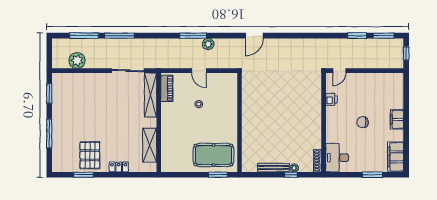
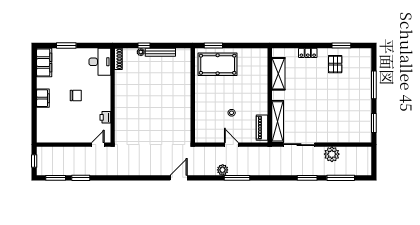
window: (119, 36) -> (307, 178), width x0.69
plant: (77, 61) -> (332, 154), moved
pallet: (90, 155) -> (335, 64), width x0.67, depth x0.71

